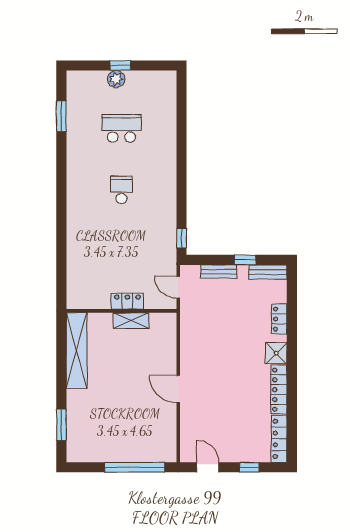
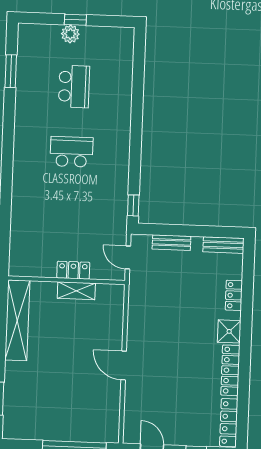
school desk: (121, 128) -> (74, 87), turned 90
school desk: (121, 190) -> (71, 152), width x1.85
window: (245, 260) -> (200, 231), removed

